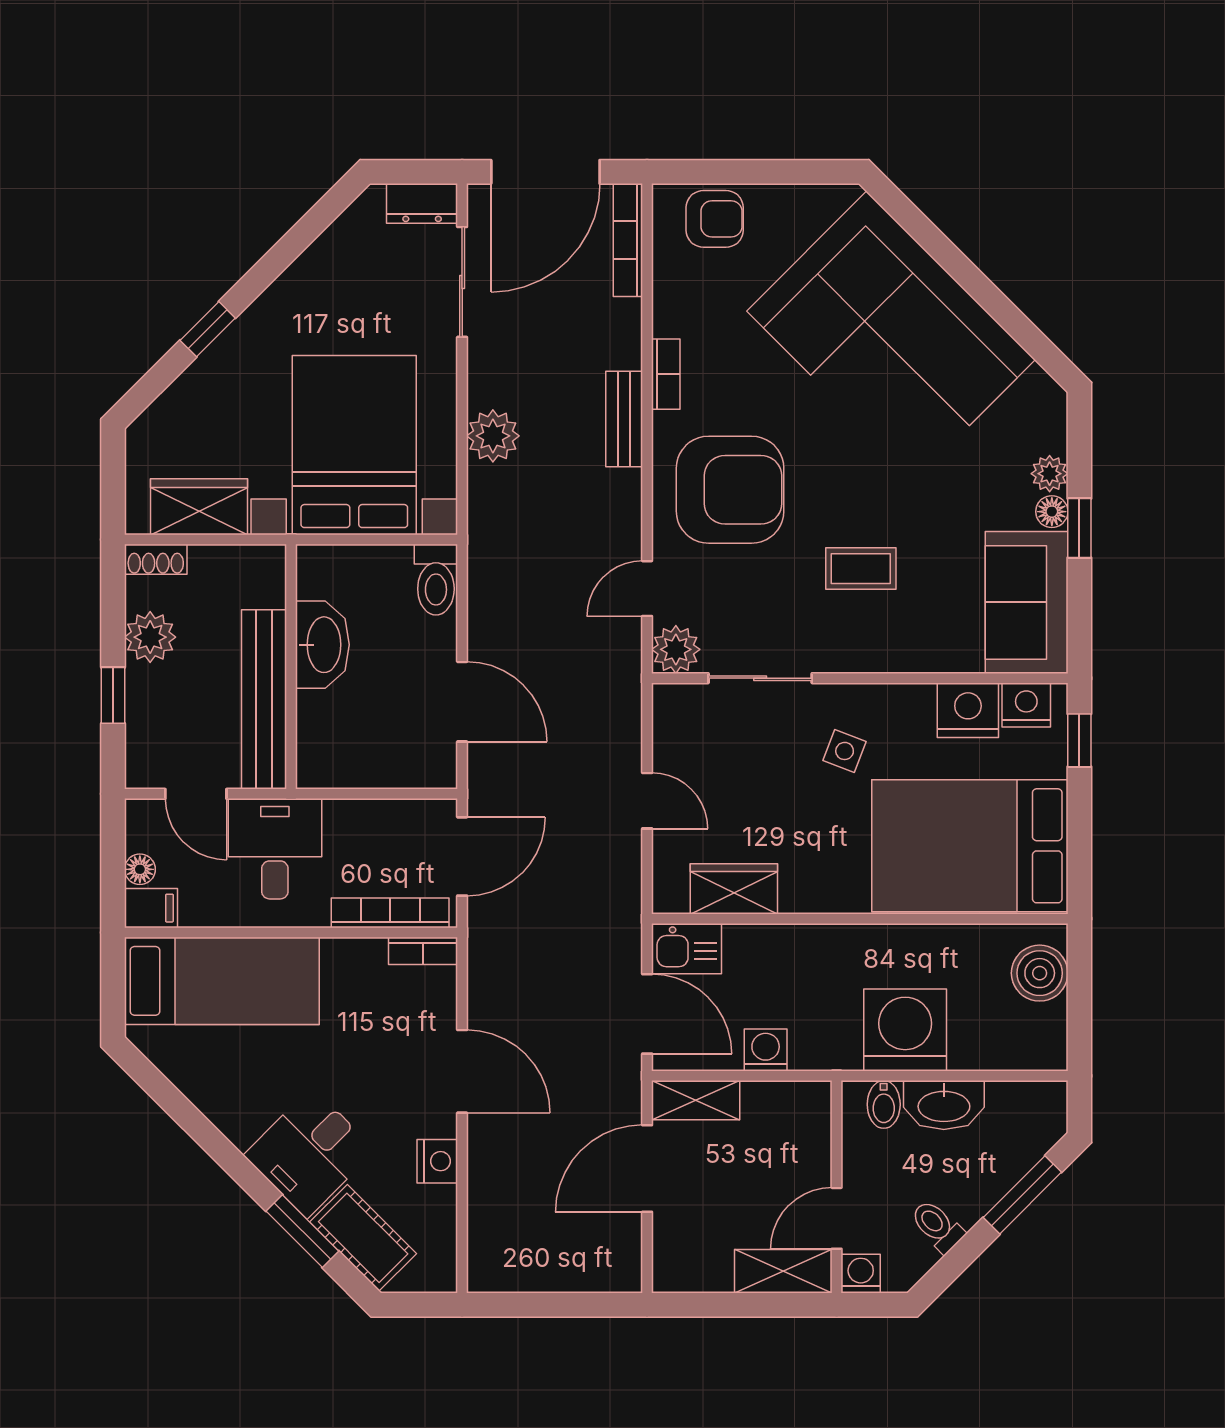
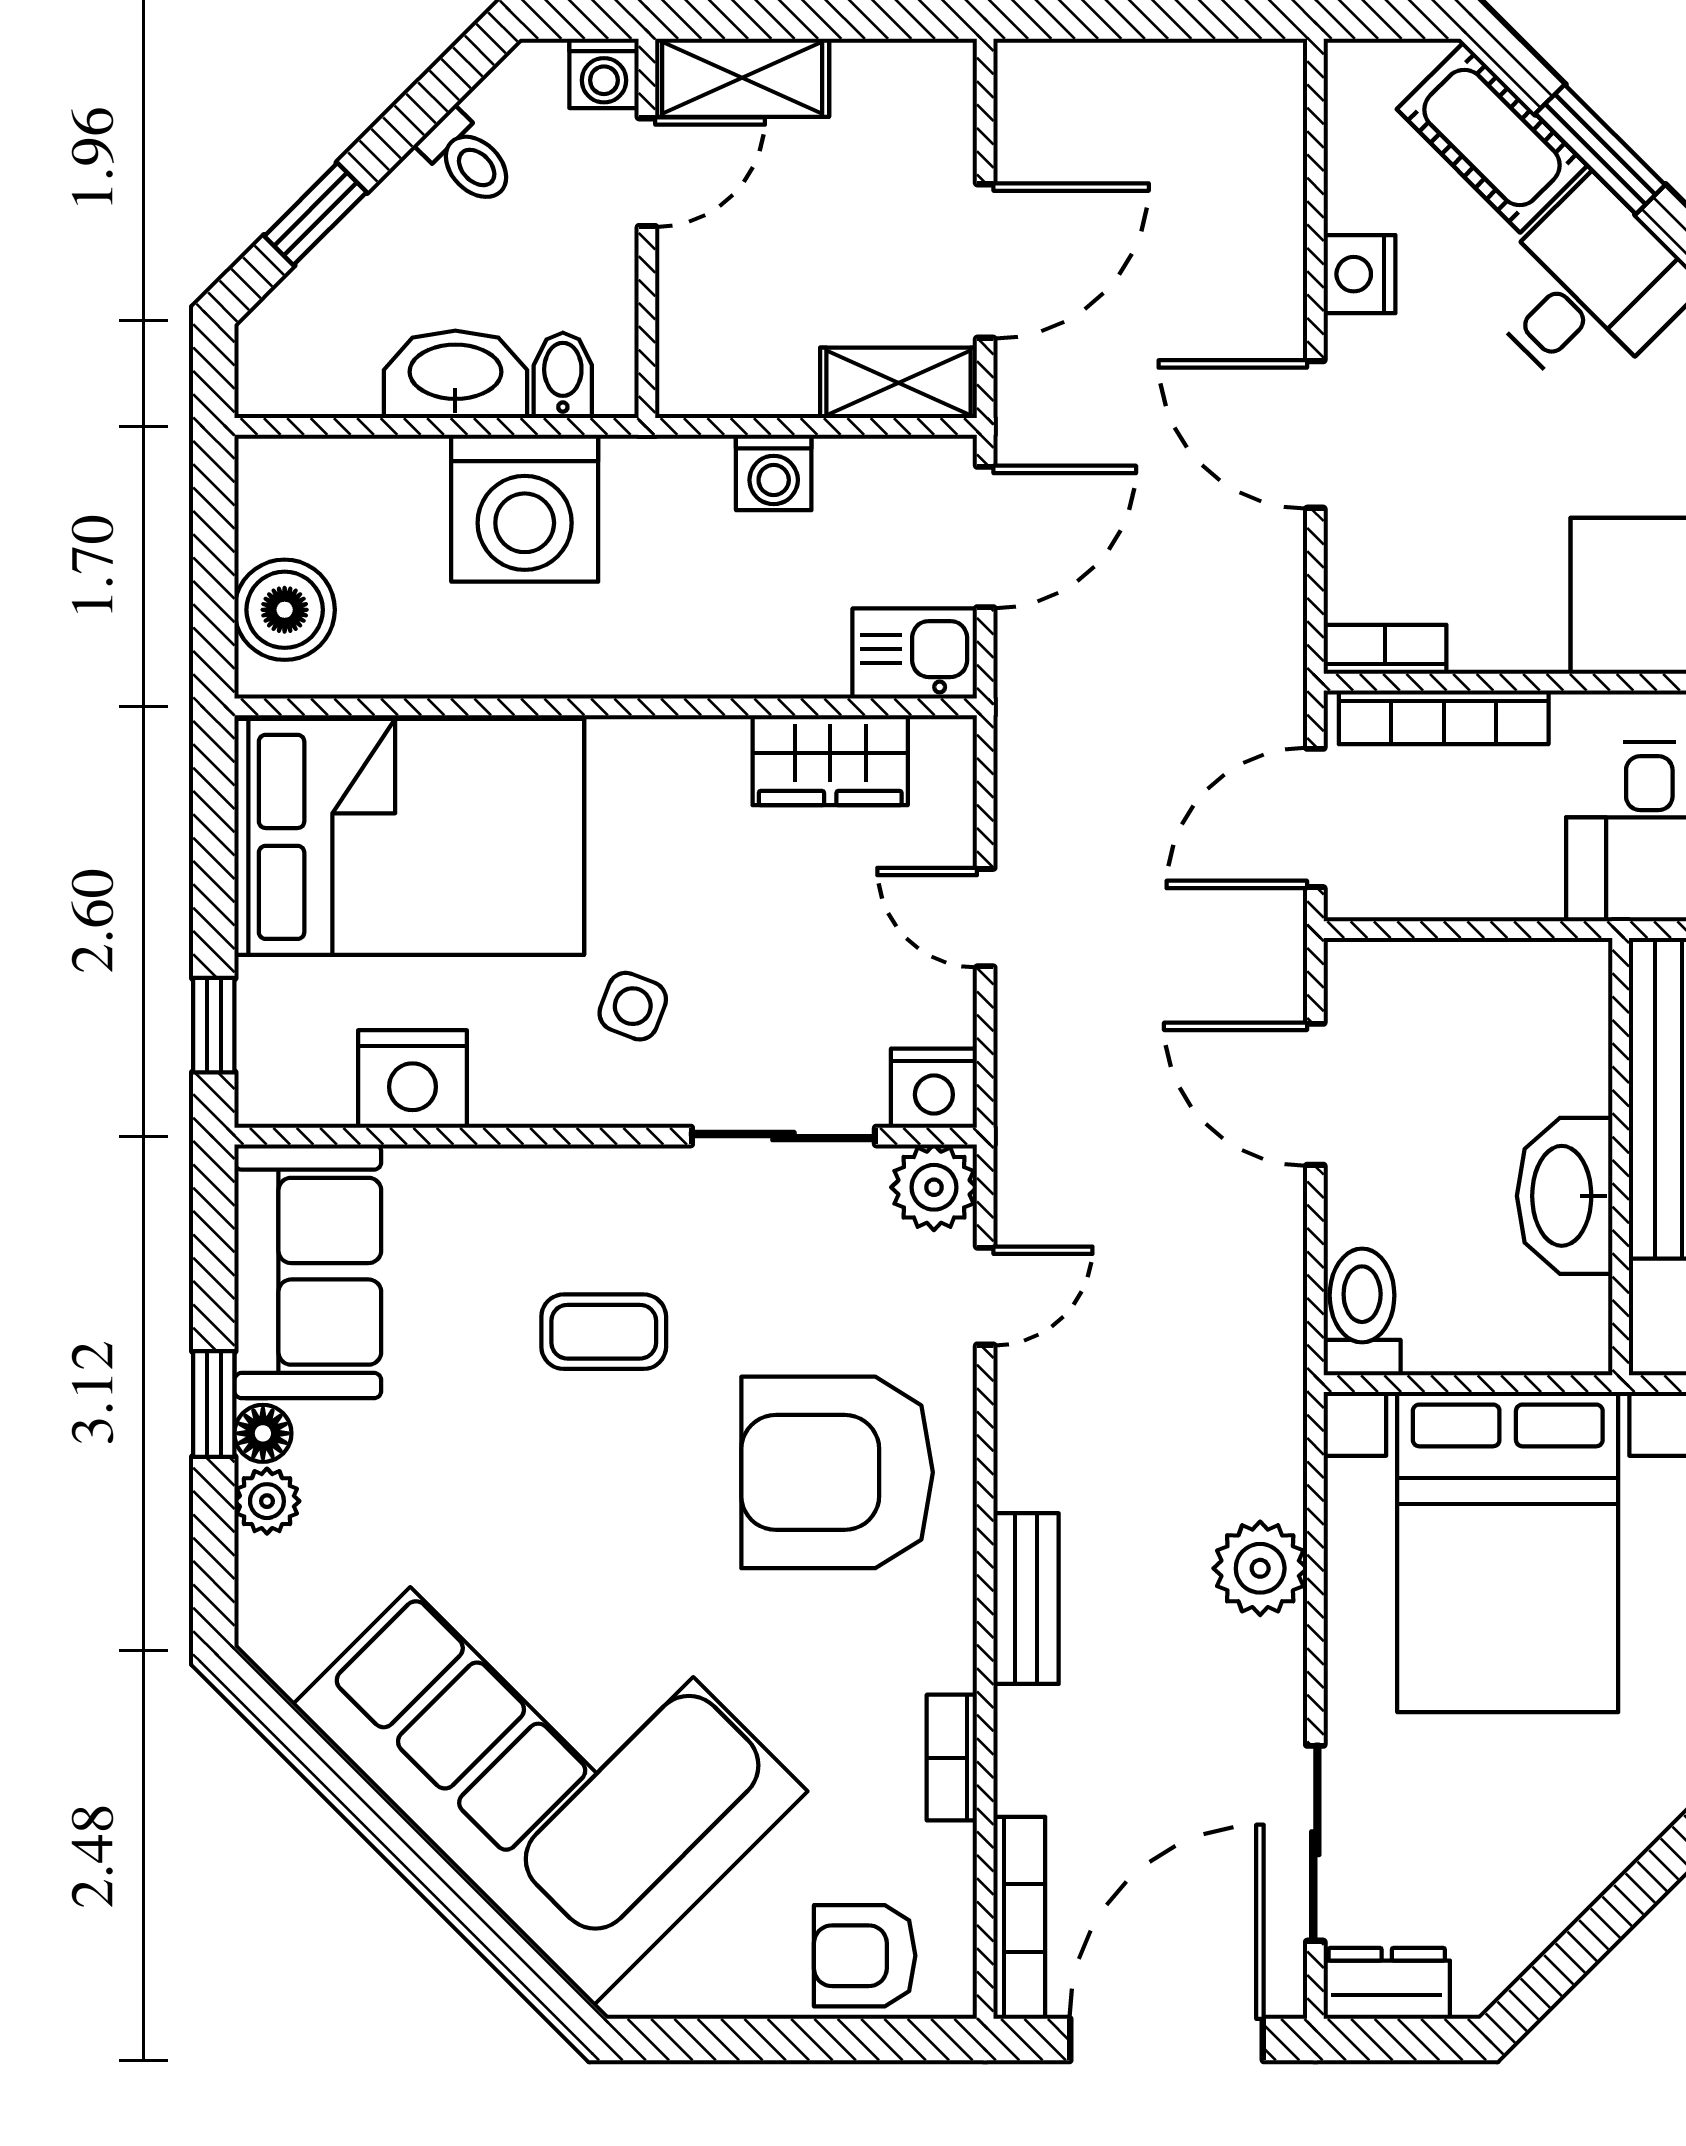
bookcase: (666, 374) -> (952, 1758), moved
nightstand: (1026, 705) -> (934, 1088), moved
door: (647, 1014) -> (985, 537), swing flipped
window: (1022, 1195) -> (315, 214), width x0.67

